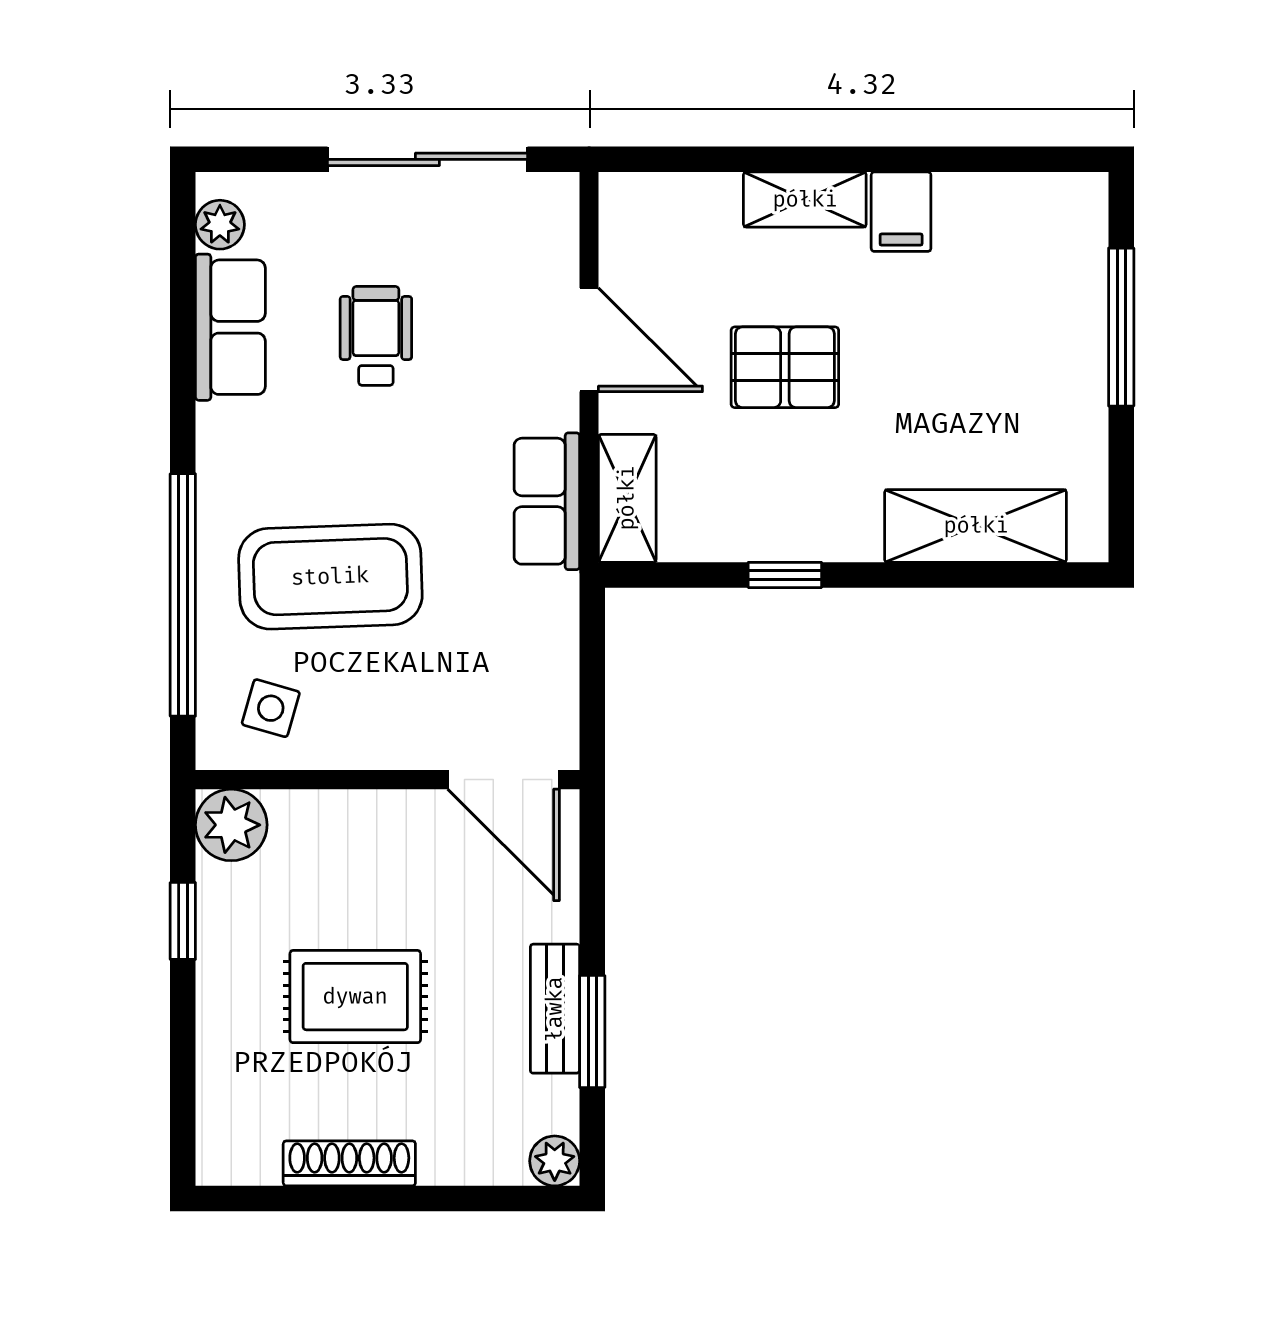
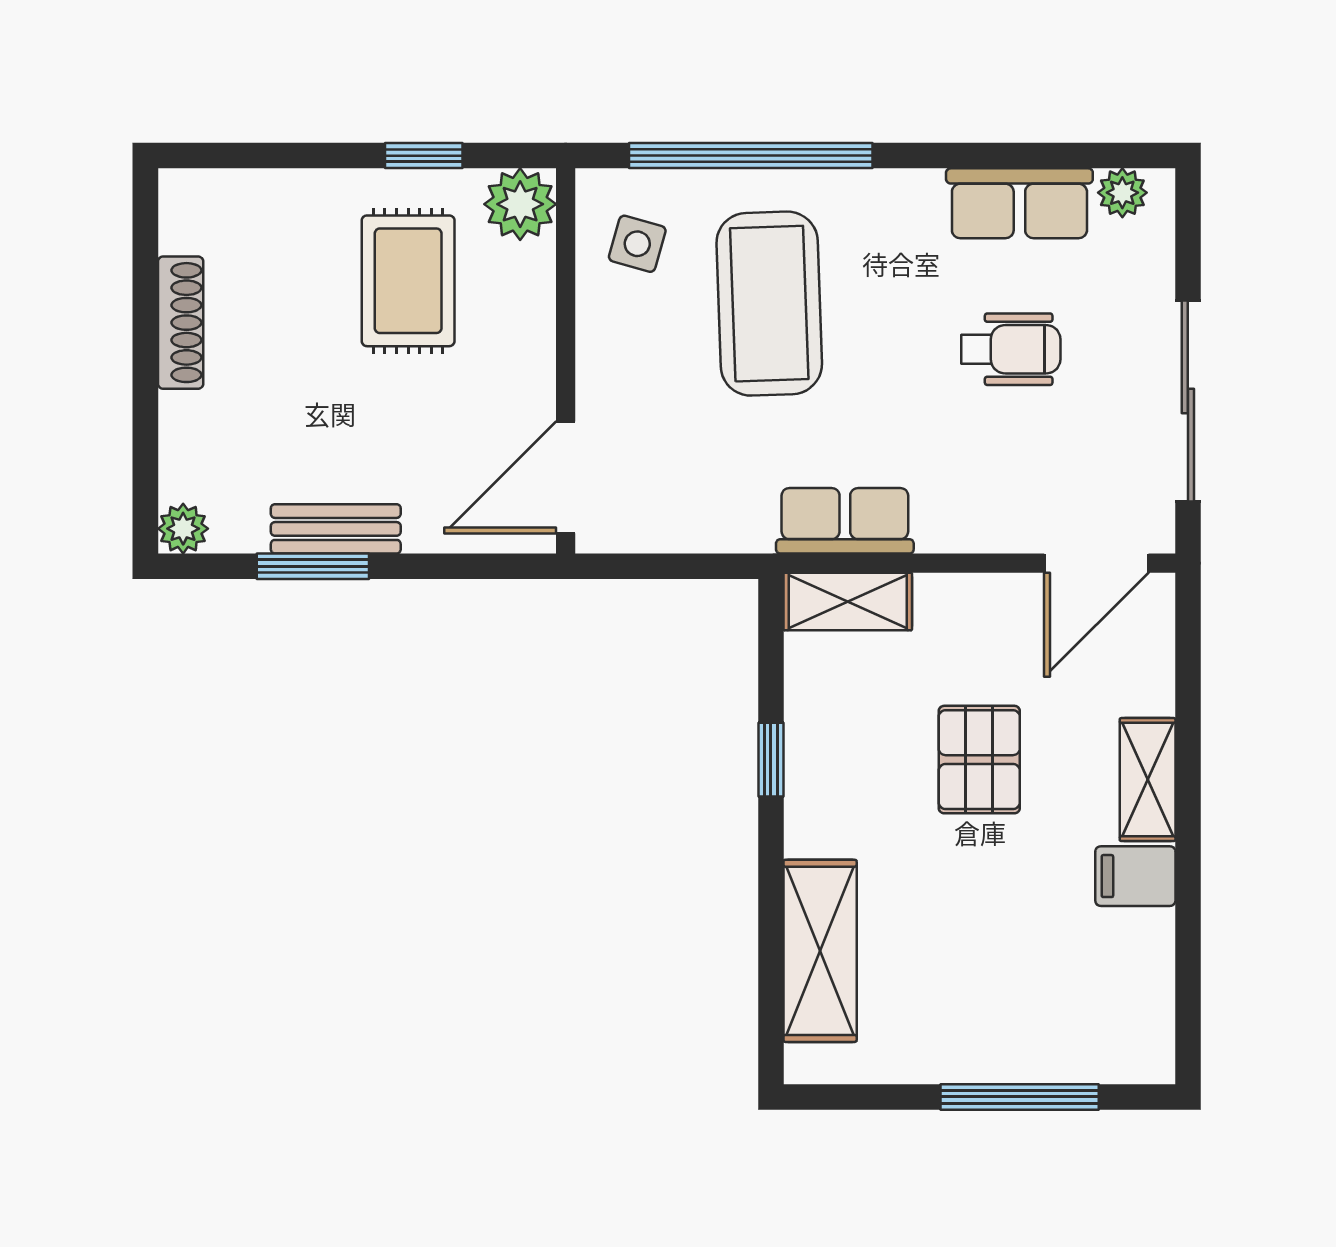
door: (589, 340) -> (1096, 563), moved
rug: (355, 997) -> (408, 281), moved

